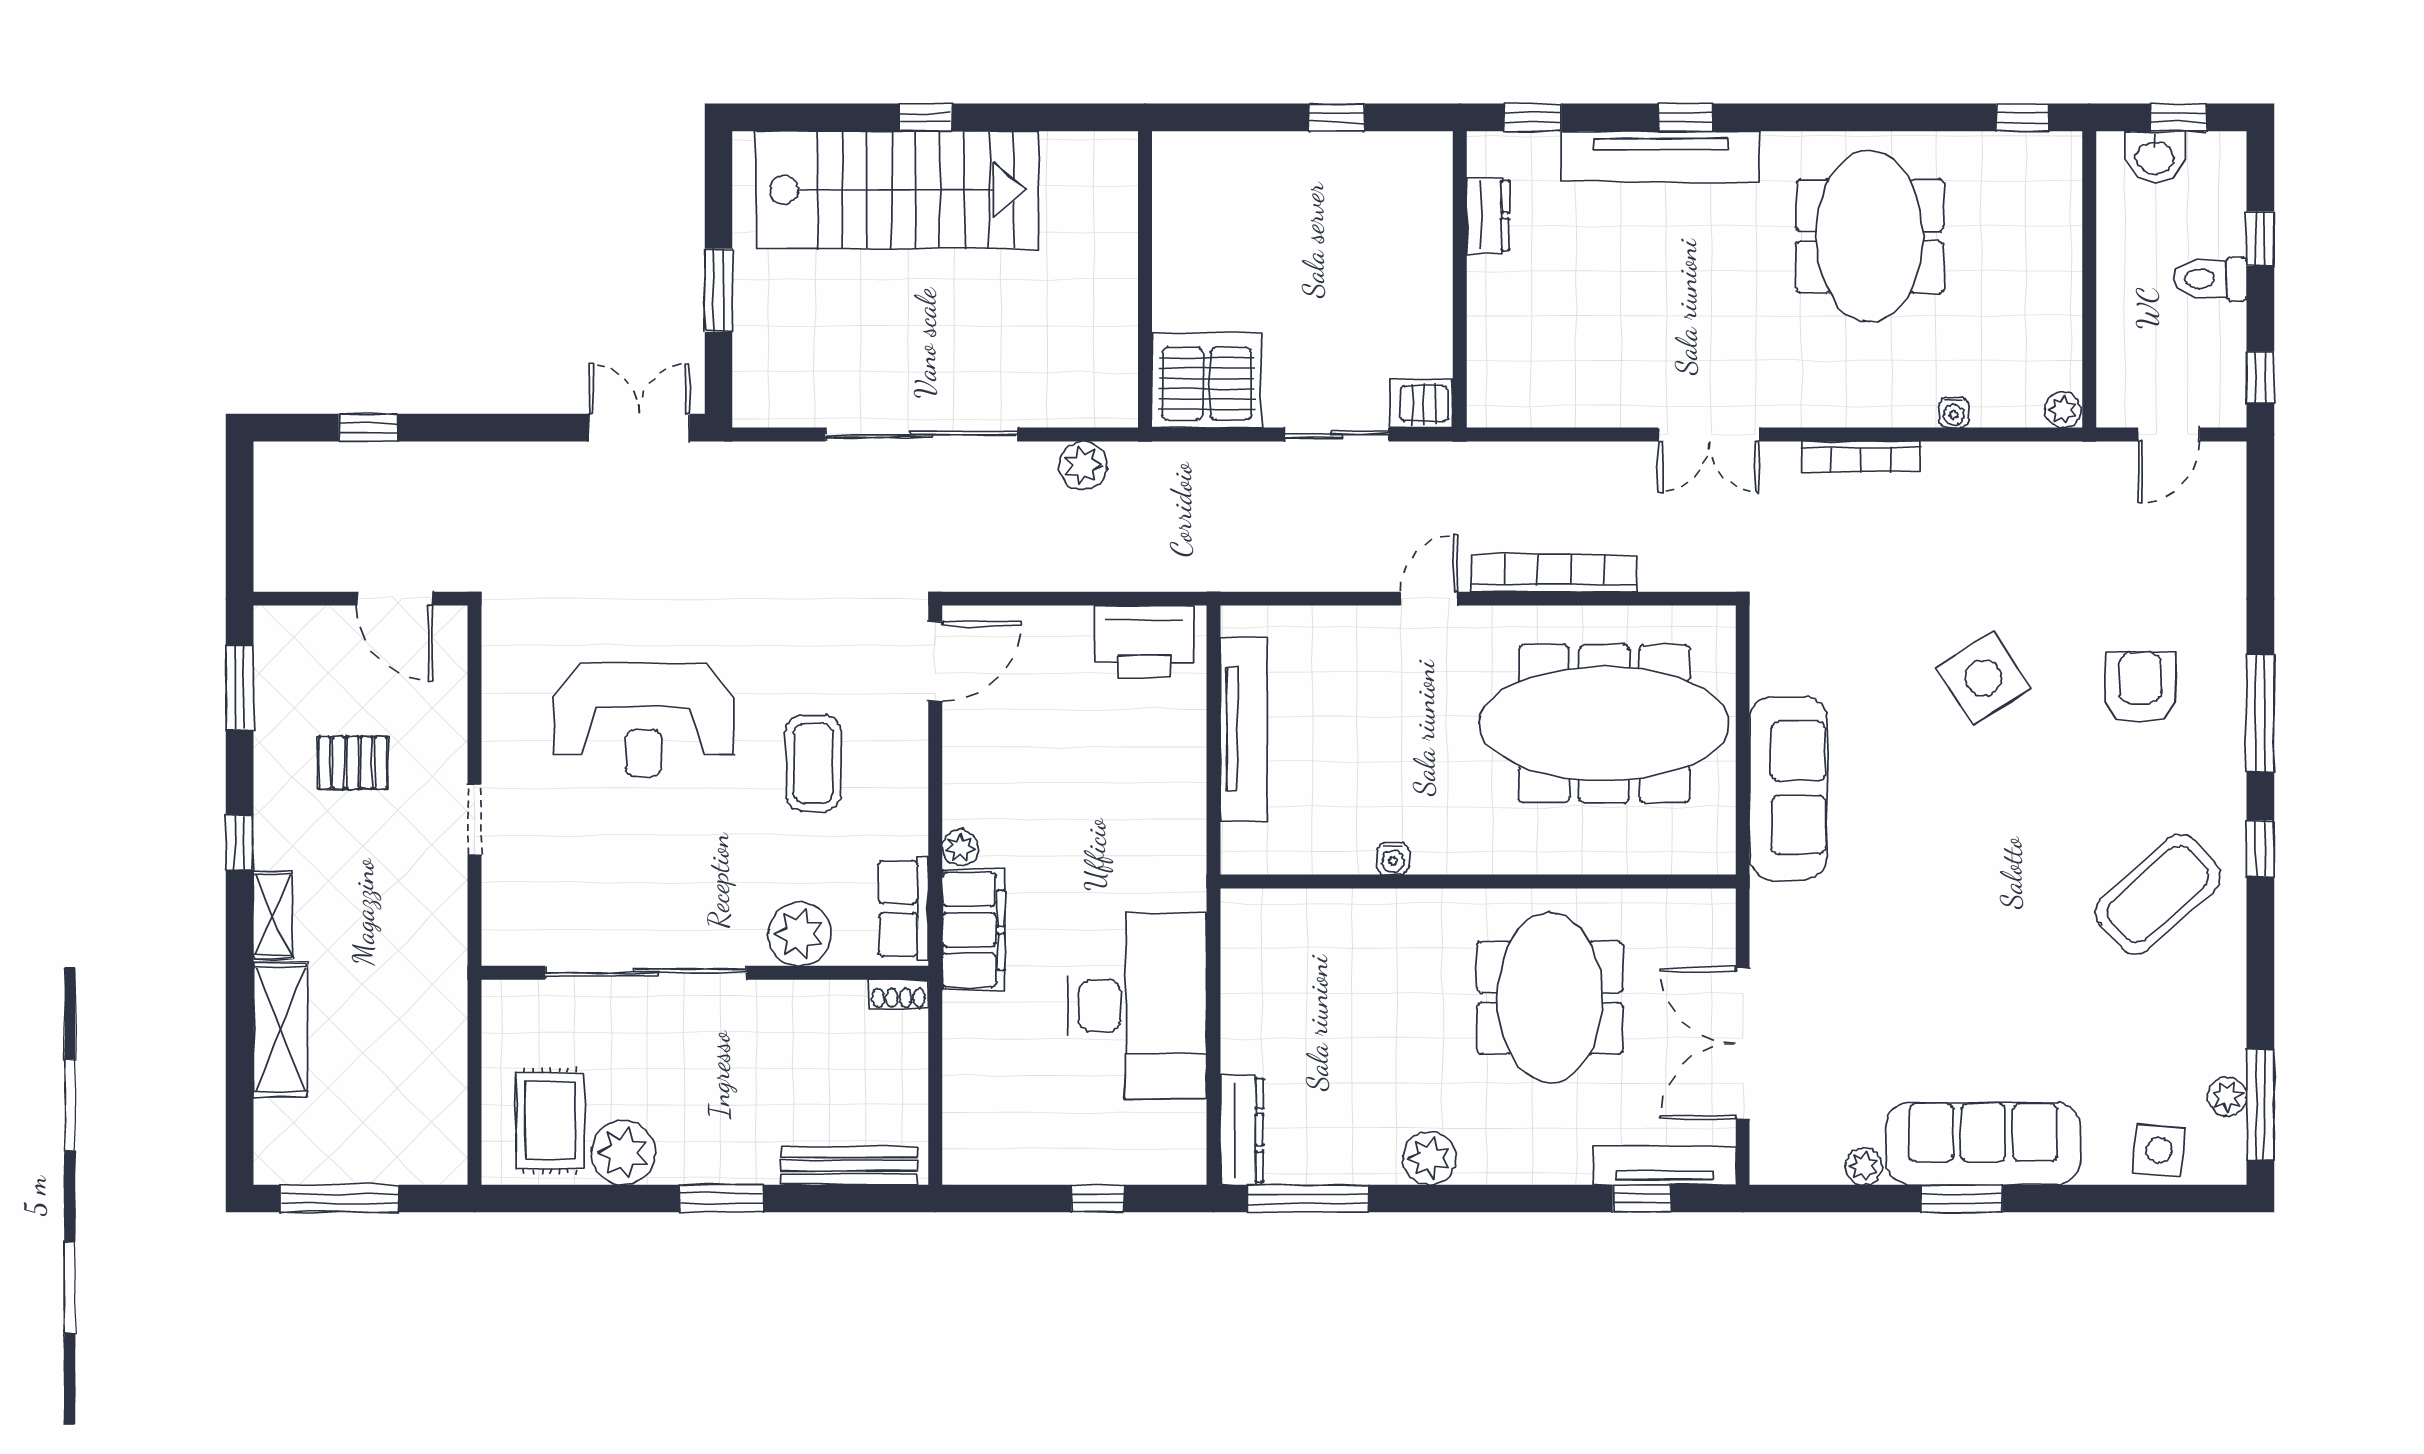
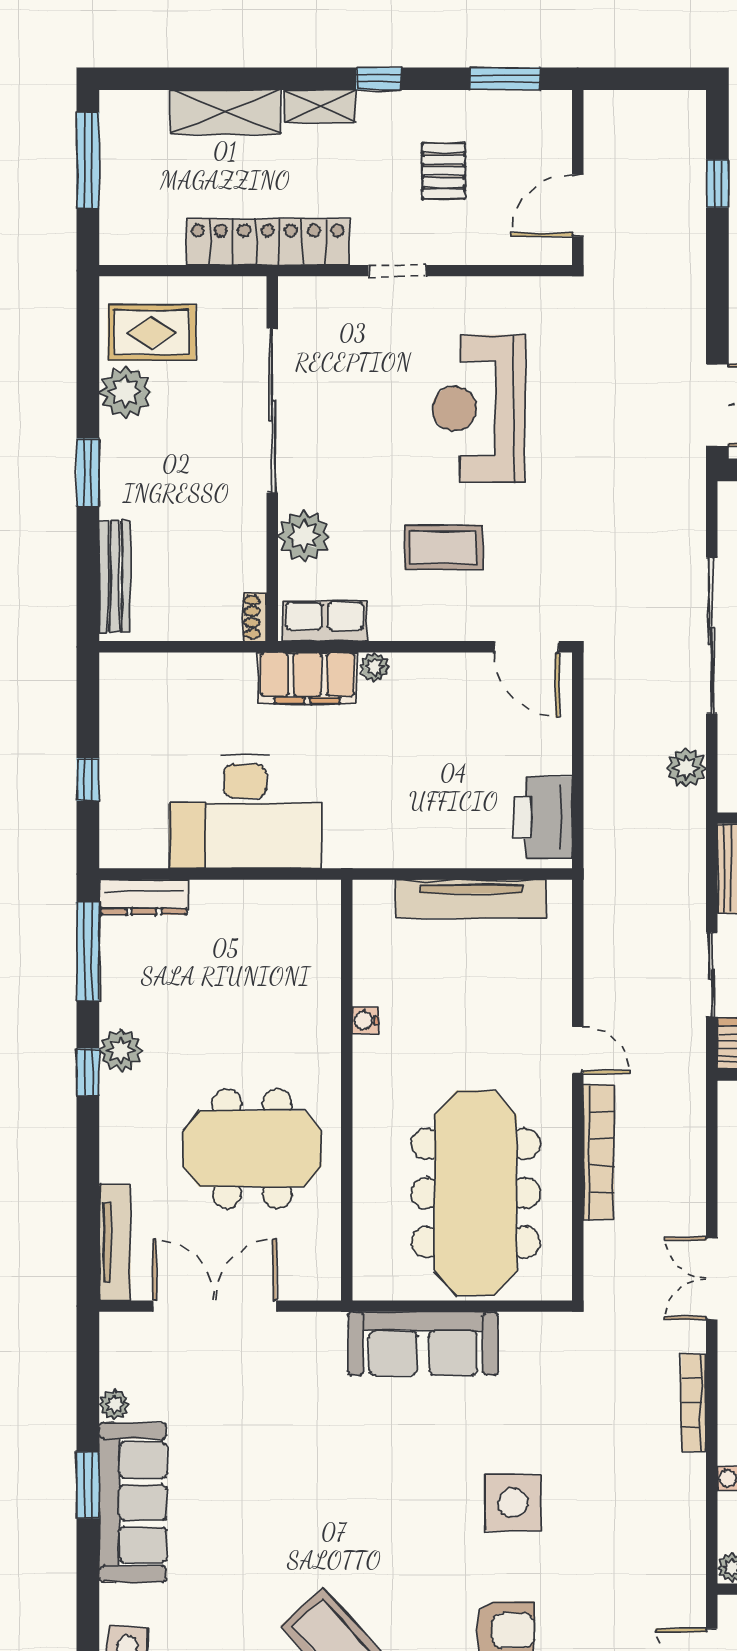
side table: (1983, 678) -> (513, 1503), turned 33
locker: (439, 978) -> (268, 242), added
window: (1642, 1198) -> (88, 1072), moved

